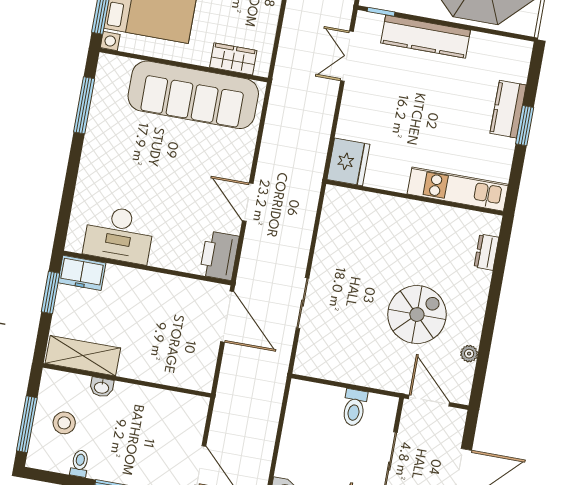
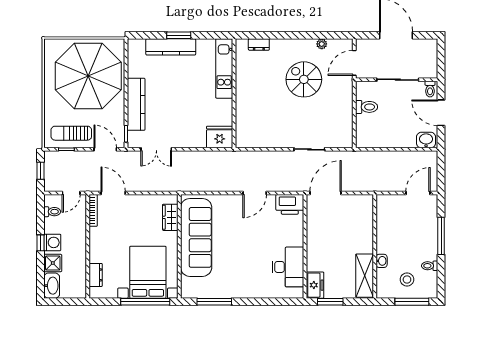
kitchen counter: (508, 109) -> (171, 47), width x1.50

